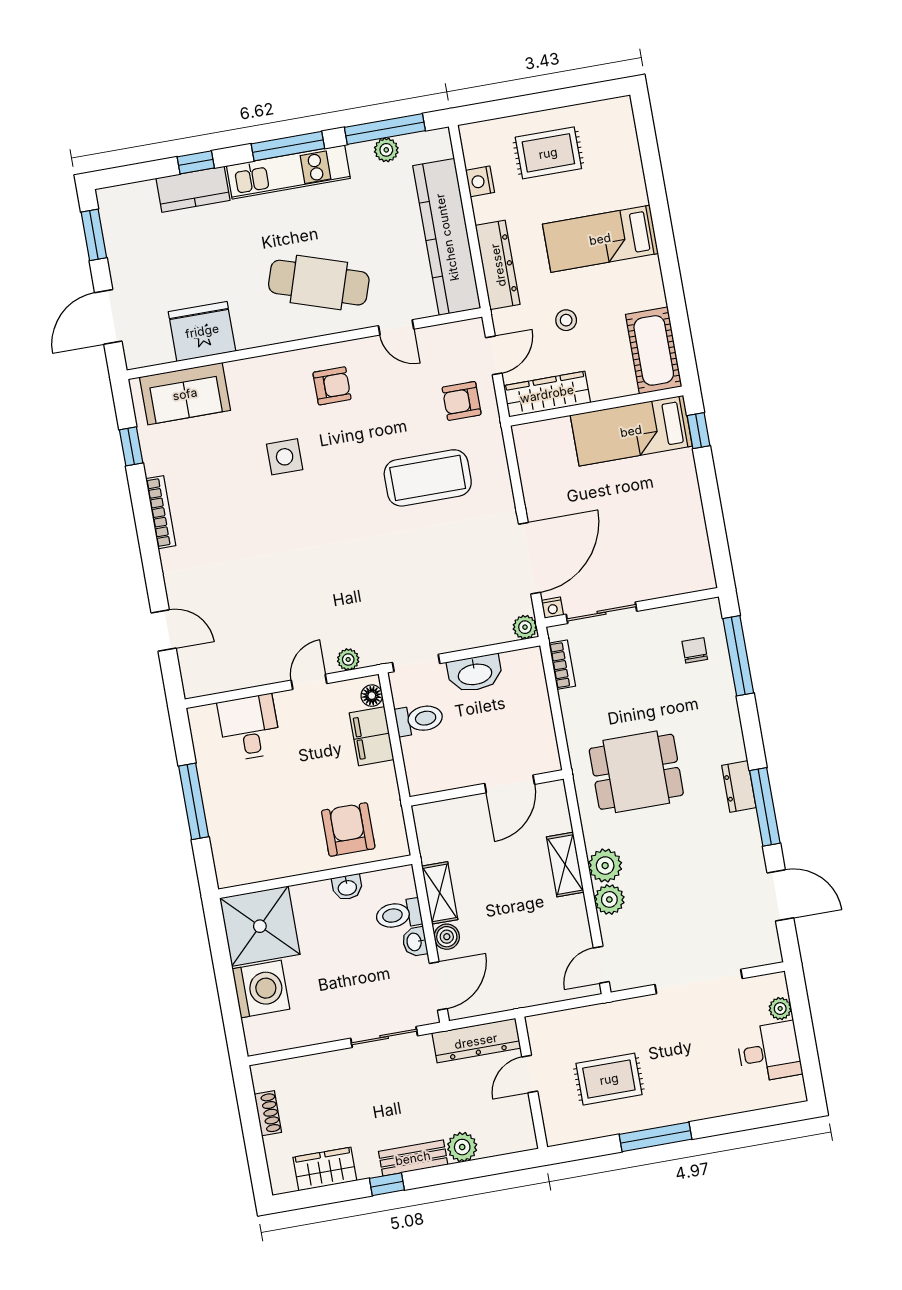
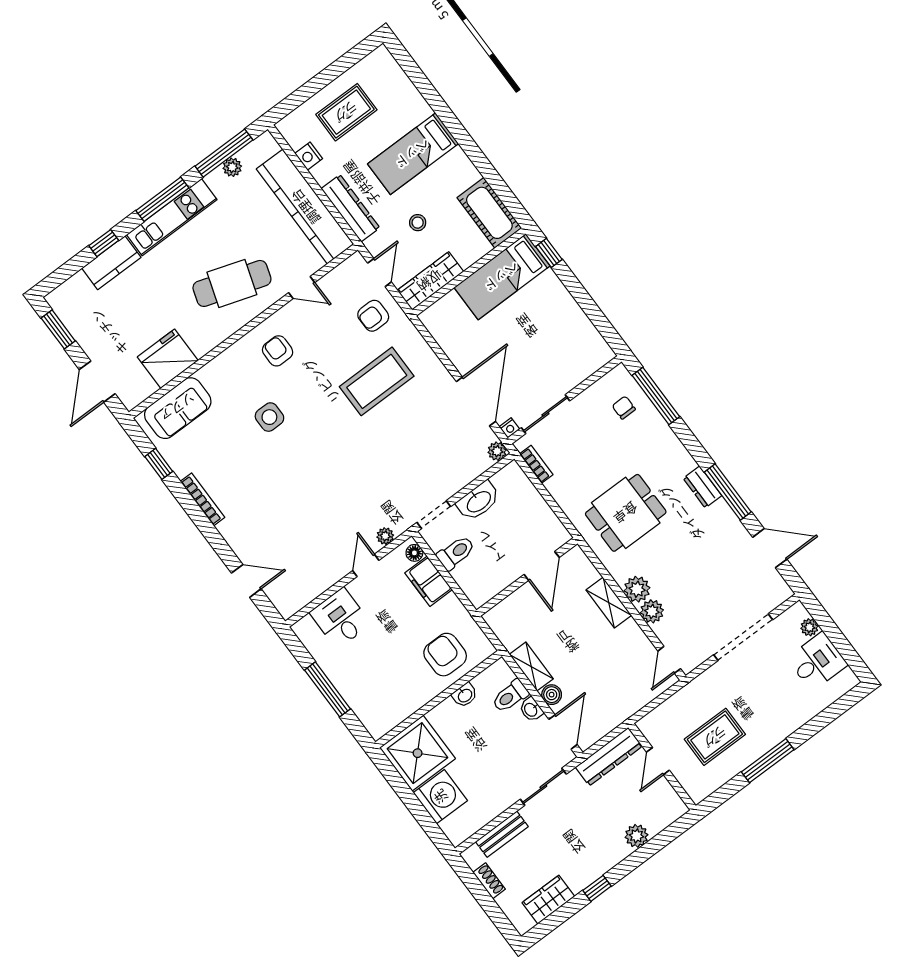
armchair: (332, 386) -> (278, 351), turned -90
bench: (413, 1158) -> (502, 834), moved

